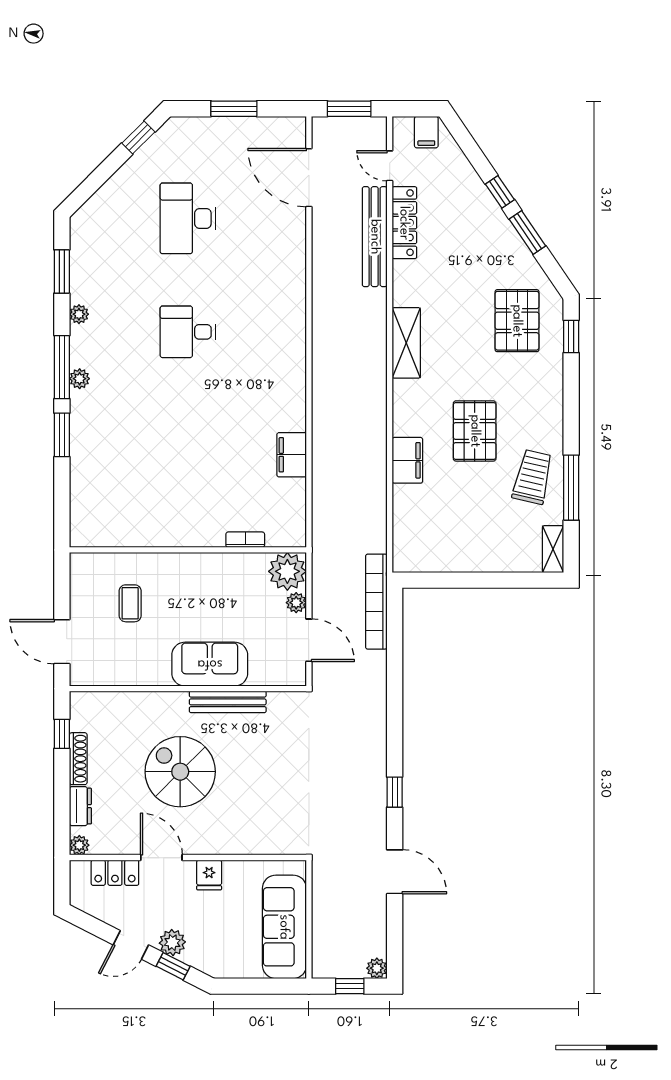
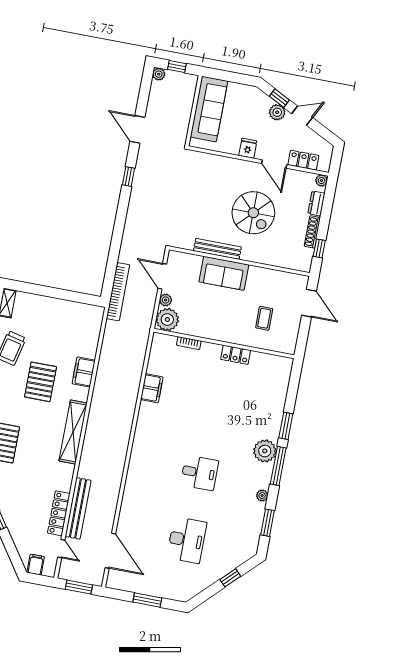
window: (138, 137) -> (230, 578), moved
shelving: (406, 343) -> (73, 432), width x1.47
plant: (80, 379) -> (265, 451), width x1.88, depth x1.88
locker: (165, 535) -> (236, 355), added

